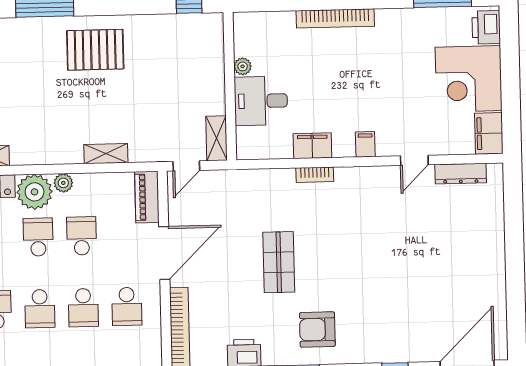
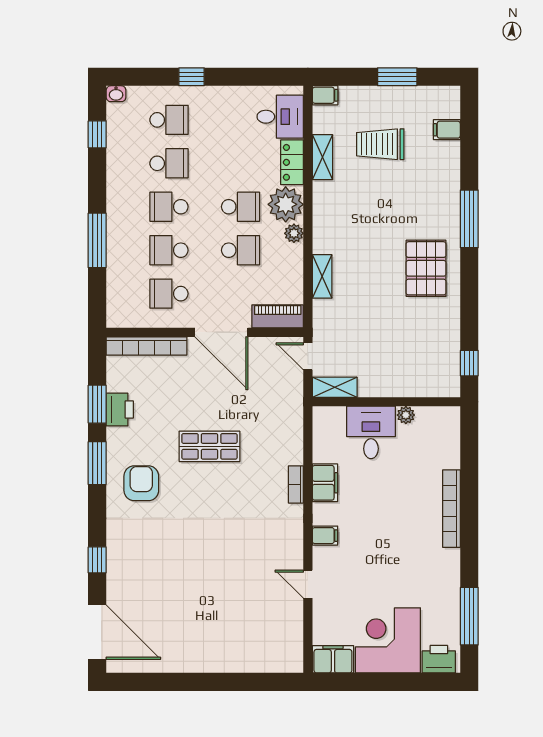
dresser: (461, 174) -> (293, 630), removed

